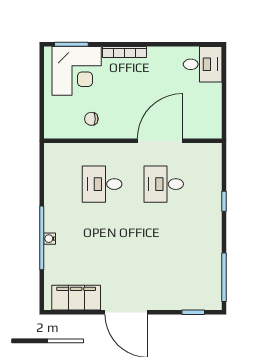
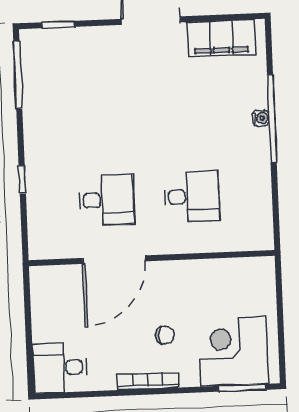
bookcase: (124, 52) -> (148, 381), moved
chair: (91, 119) -> (165, 335), moved

